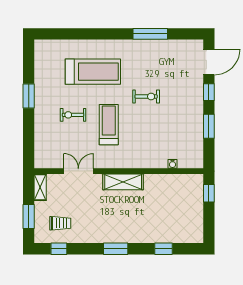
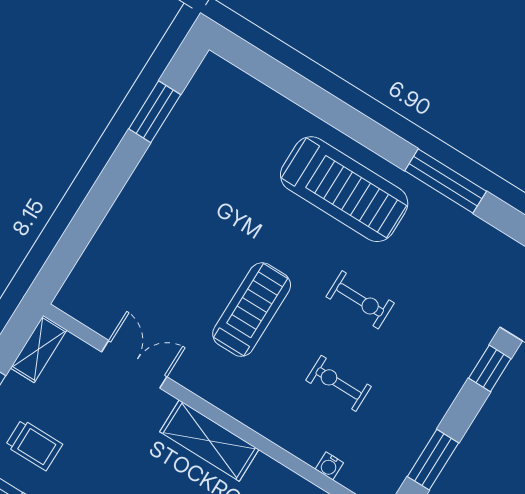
treadmill: (93, 72) -> (344, 189), moved
window: (29, 96) -> (155, 112), moved
exercise bike: (73, 115) -> (339, 383), moved
window: (209, 126) -> (433, 460), moved

